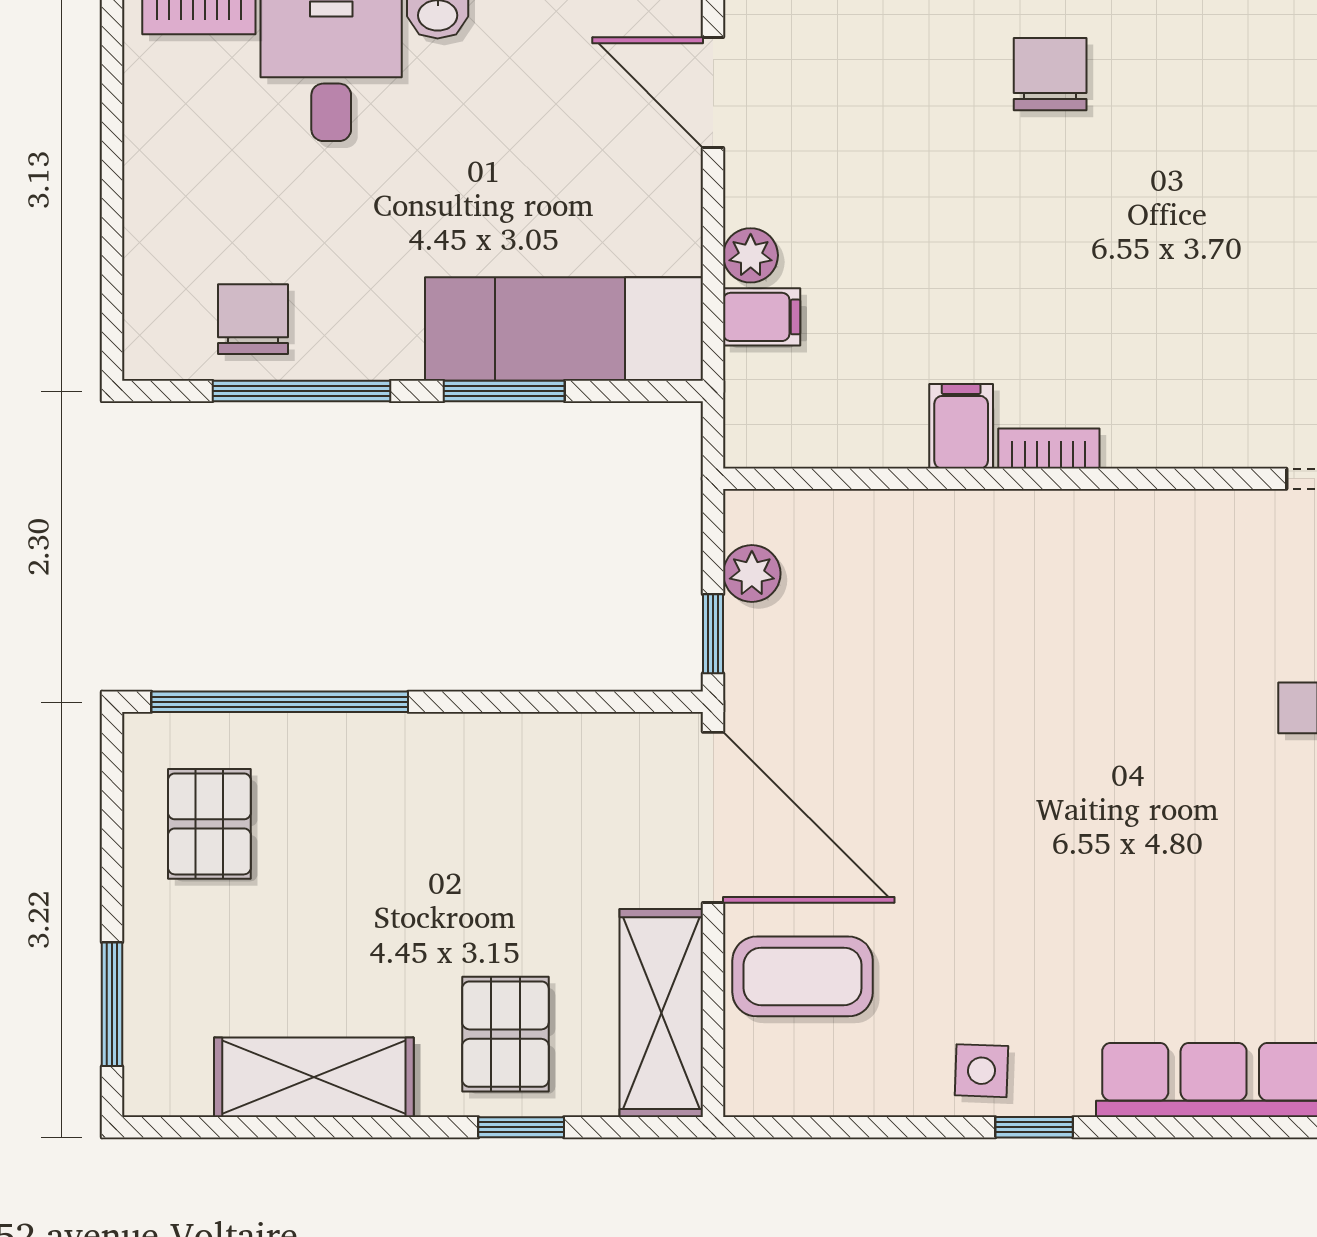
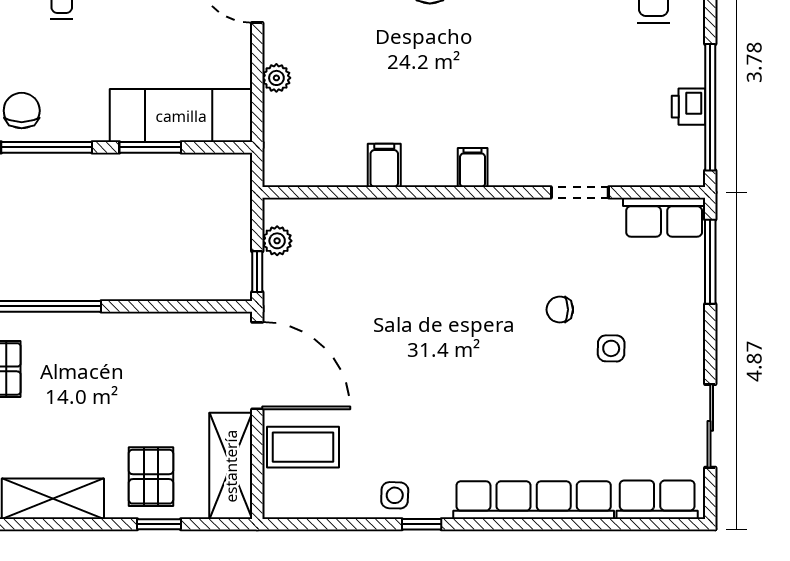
filing cabinet: (762, 317) -> (473, 167), moved, turned -90
bookcase: (1049, 449) -> (429, 177), removed

